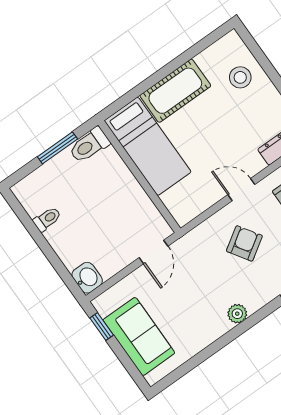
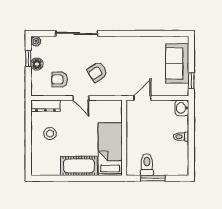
stool: (240, 77) -> (50, 134), moved
toilet: (89, 145) -> (147, 165), moved, turned -90
toilet: (47, 219) -> (181, 137), moved
plant: (237, 314) -> (124, 42), removed

